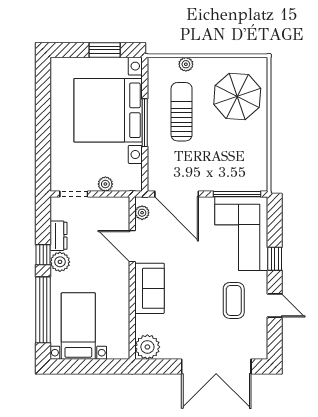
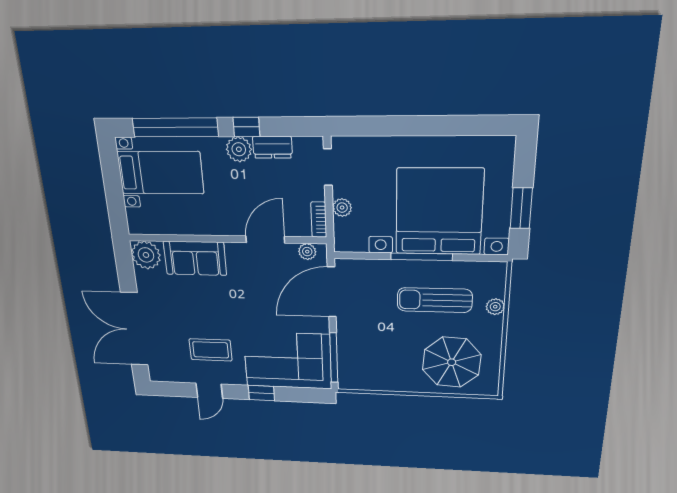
sun lounger: (182, 112) -> (435, 300), turned 180
bookcase: (115, 202) -> (319, 220), added
sofa: (150, 288) -> (195, 258), moved

